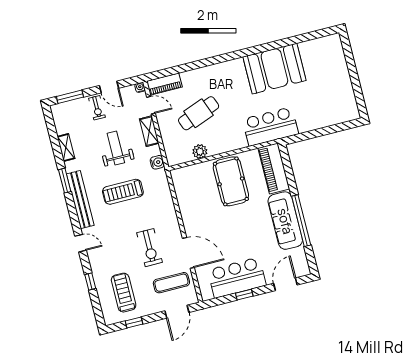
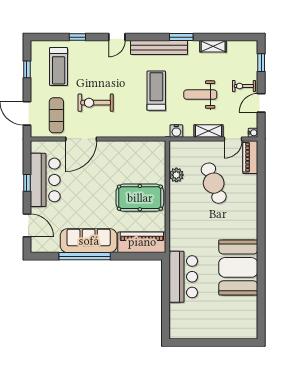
window: (70, 97) -> (261, 63), width x0.67
bar counter: (270, 126) -> (183, 277), moved
weight bench: (116, 148) -> (200, 95), turned 180
treadmill: (124, 293) -> (59, 67), turned 90

